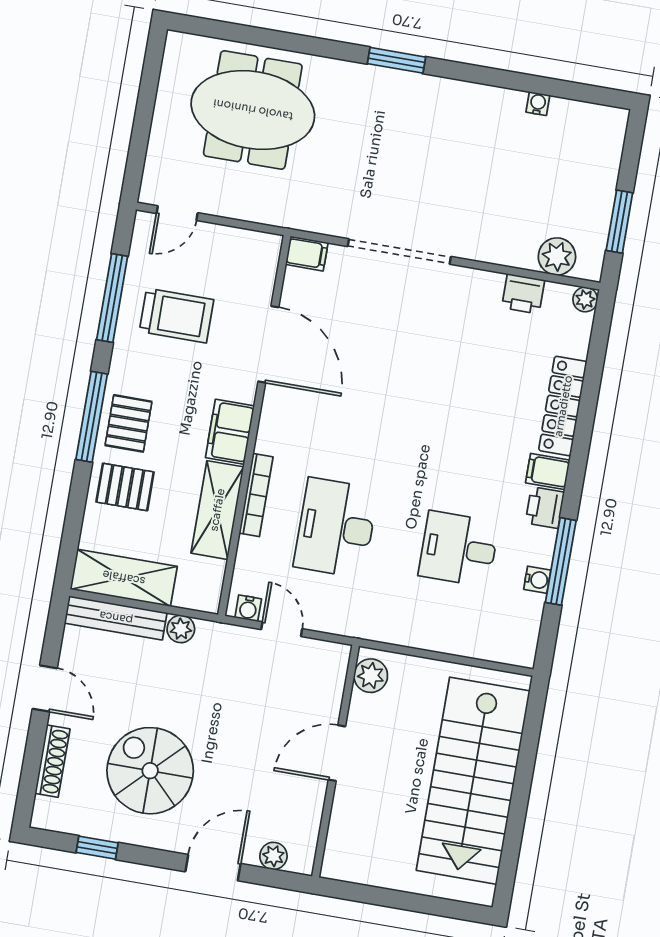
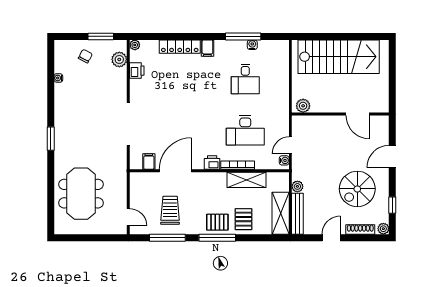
chair: (579, 177) -> (85, 56), added
filing cabinet: (307, 254) -> (149, 162), moved
filing cabinet: (230, 432) -> (214, 180), removed
printer: (545, 508) -> (212, 163), moved, turned 180
door: (337, 753) -> (358, 114), moved
plant: (273, 856) -> (383, 229), moved
door: (213, 868) -> (392, 157), hinge flipped

